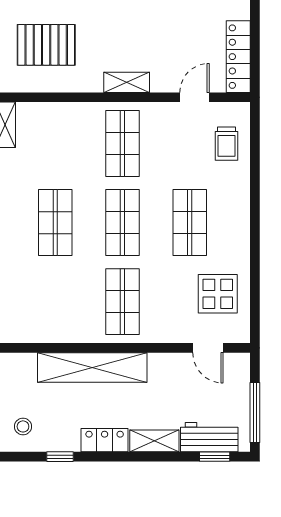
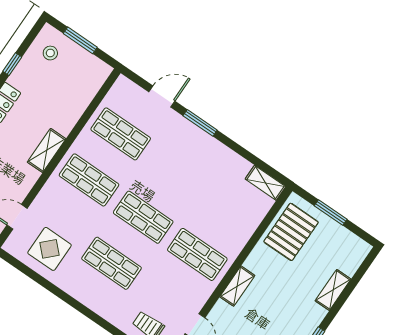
pallet: (46, 45) -> (291, 232), moved
shop shelf: (55, 223) -> (121, 134), moved
shelving: (92, 368) -> (47, 150), width x0.45, depth x0.75

